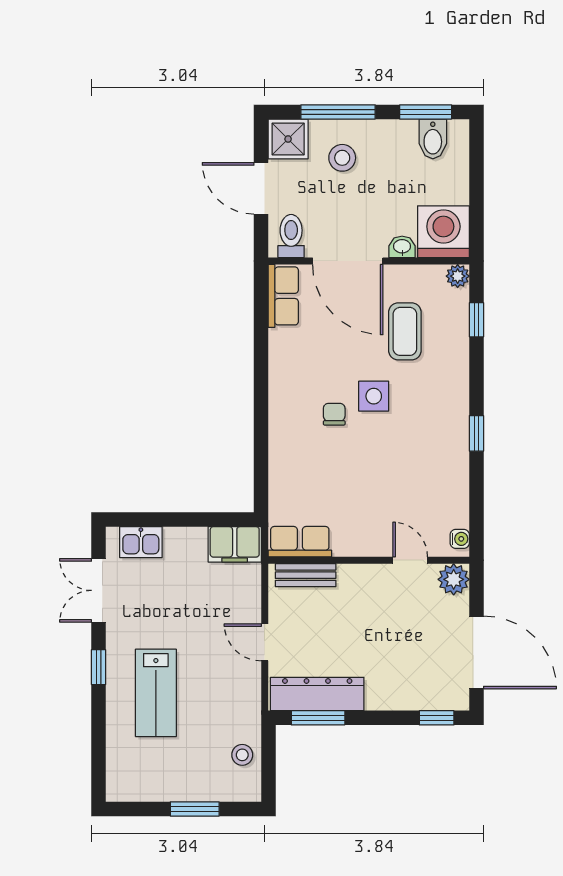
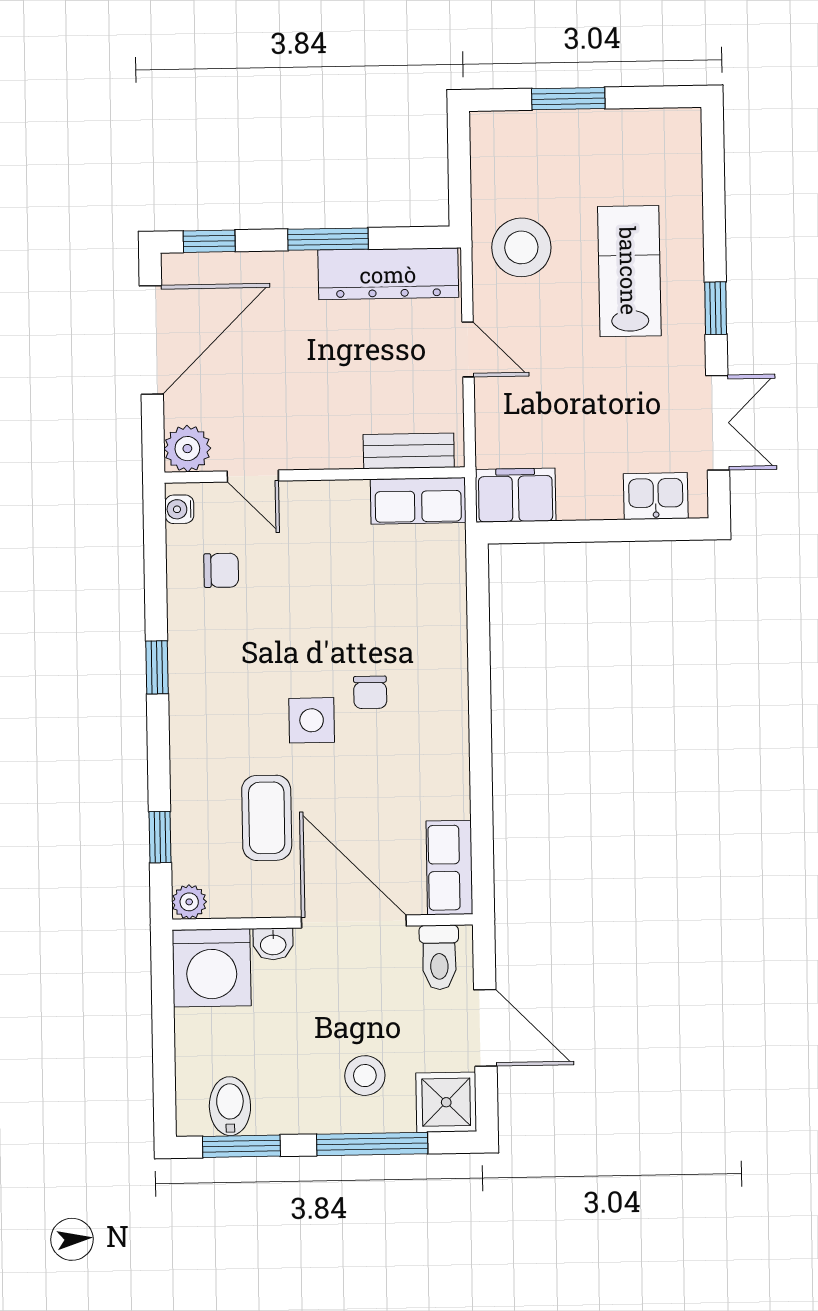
chair: (432, 497) -> (221, 570), added
door: (476, 652) -> (151, 340), swing flipped
window: (318, 718) -> (328, 239), moved
stool: (242, 755) -> (521, 247), moved, width x1.89, depth x1.89

